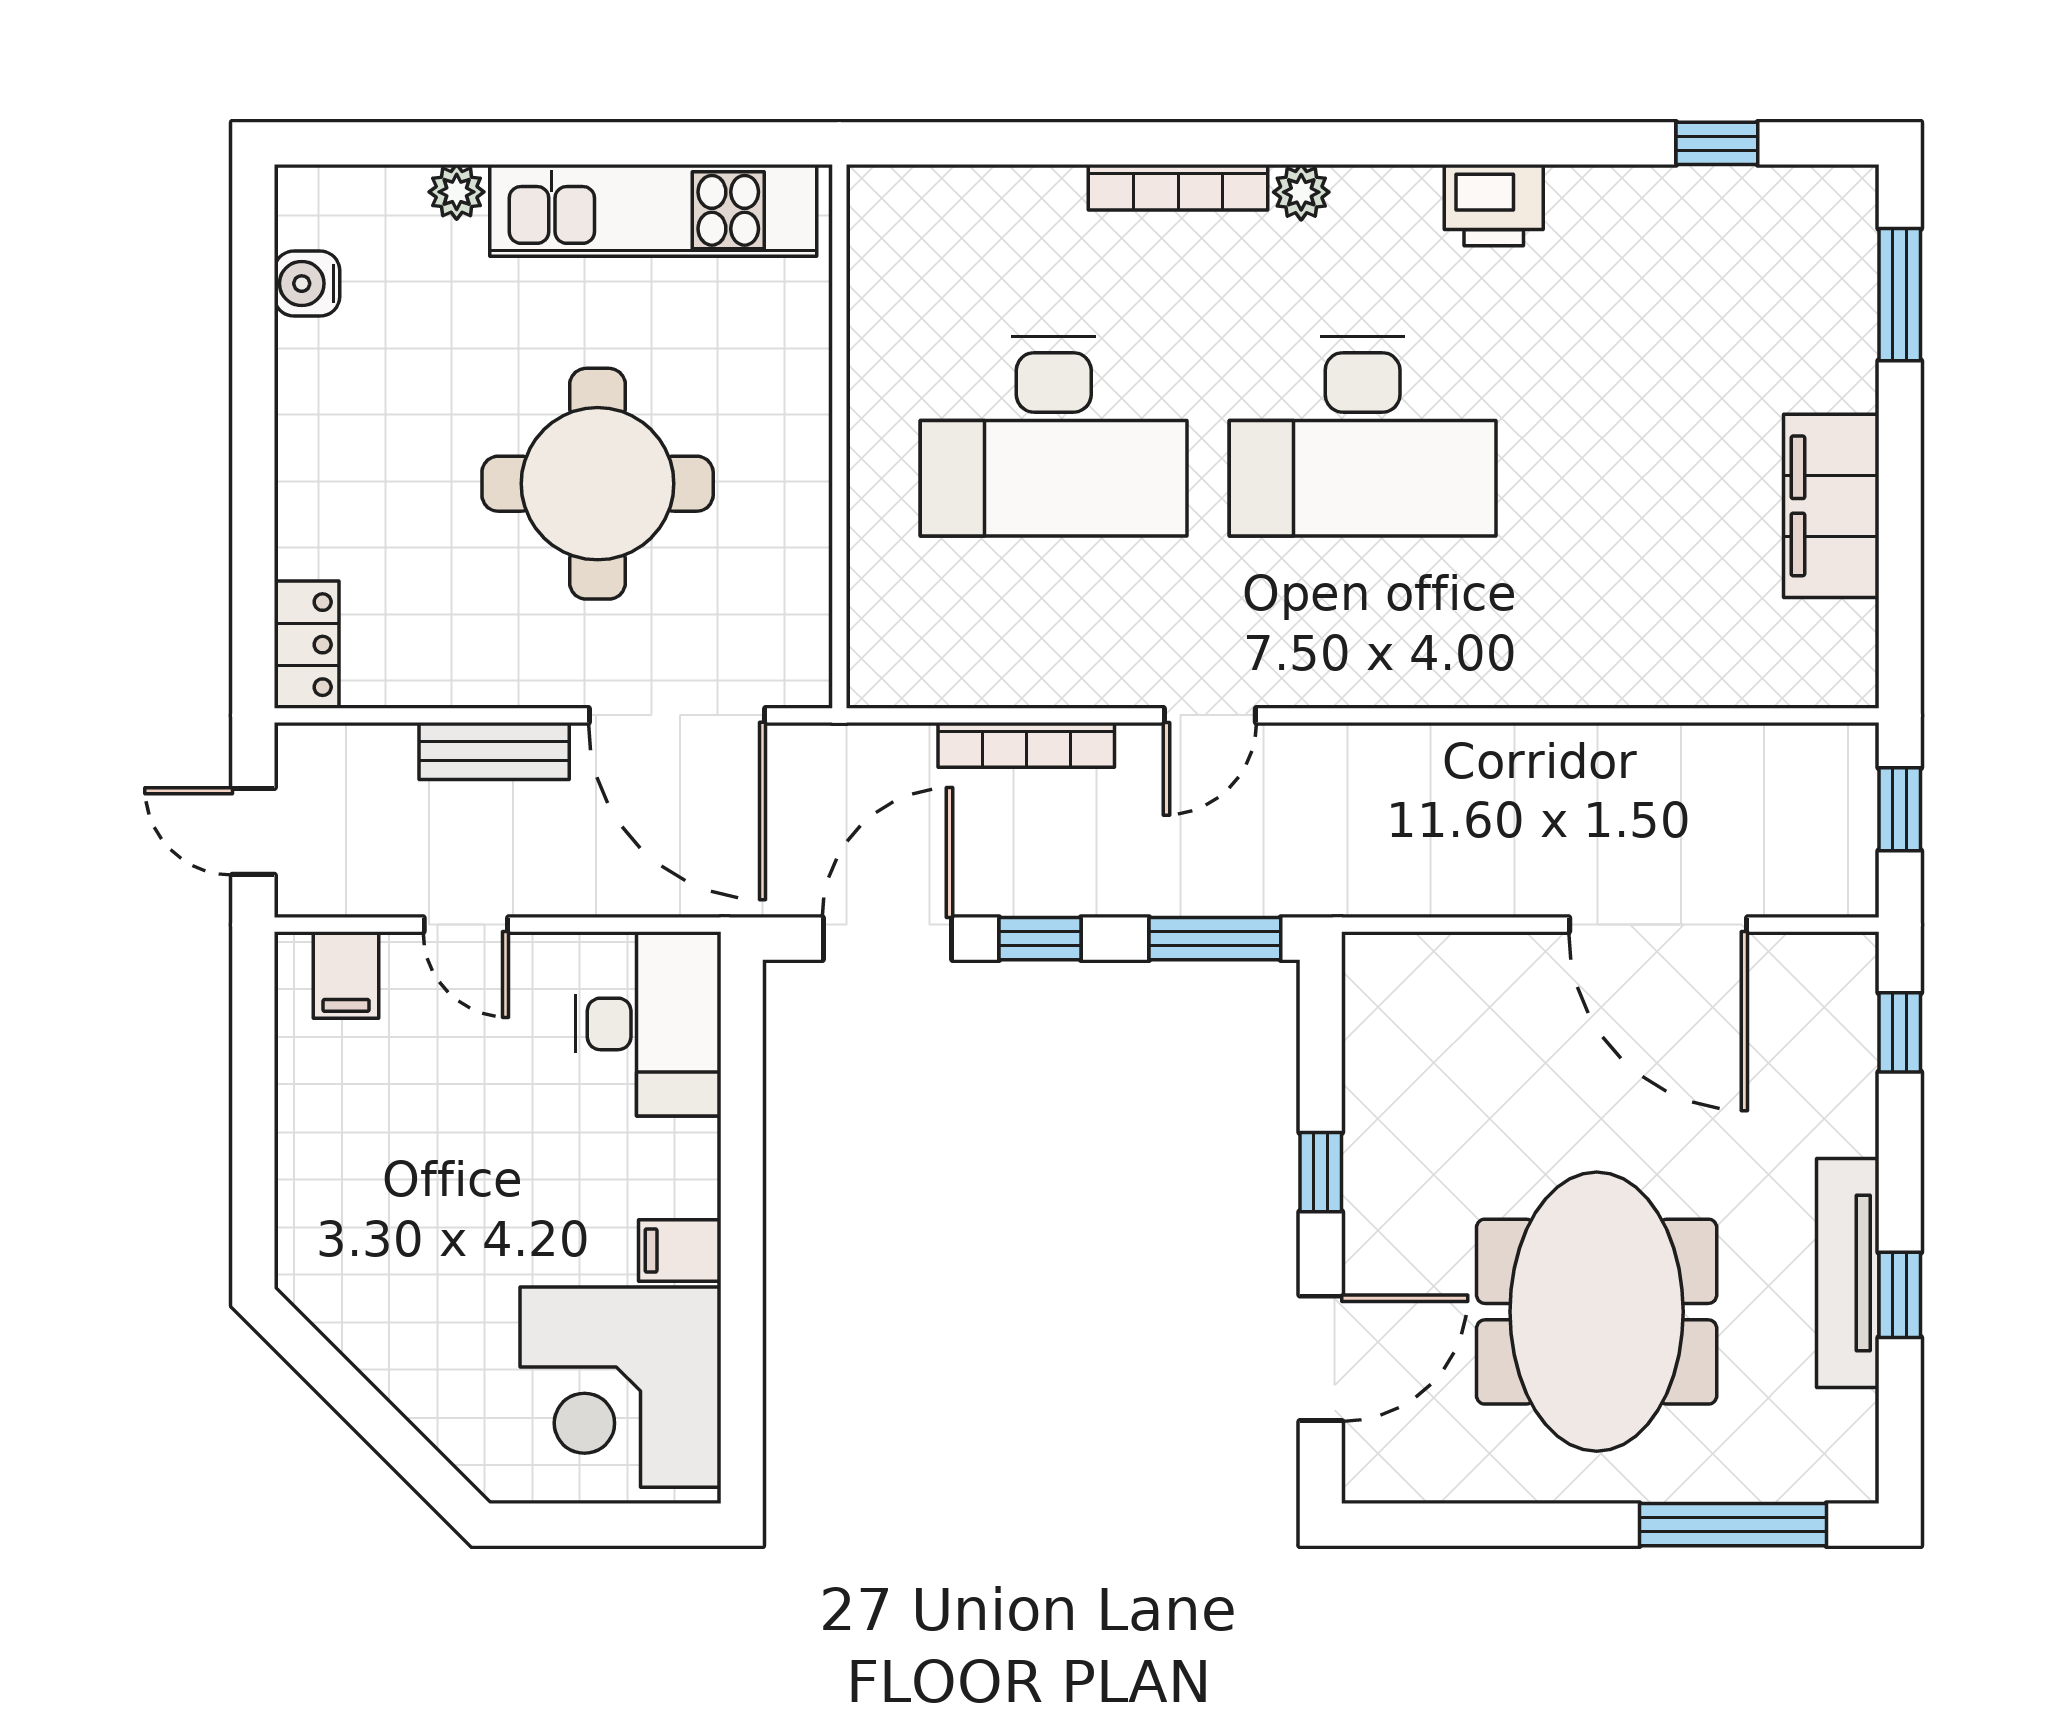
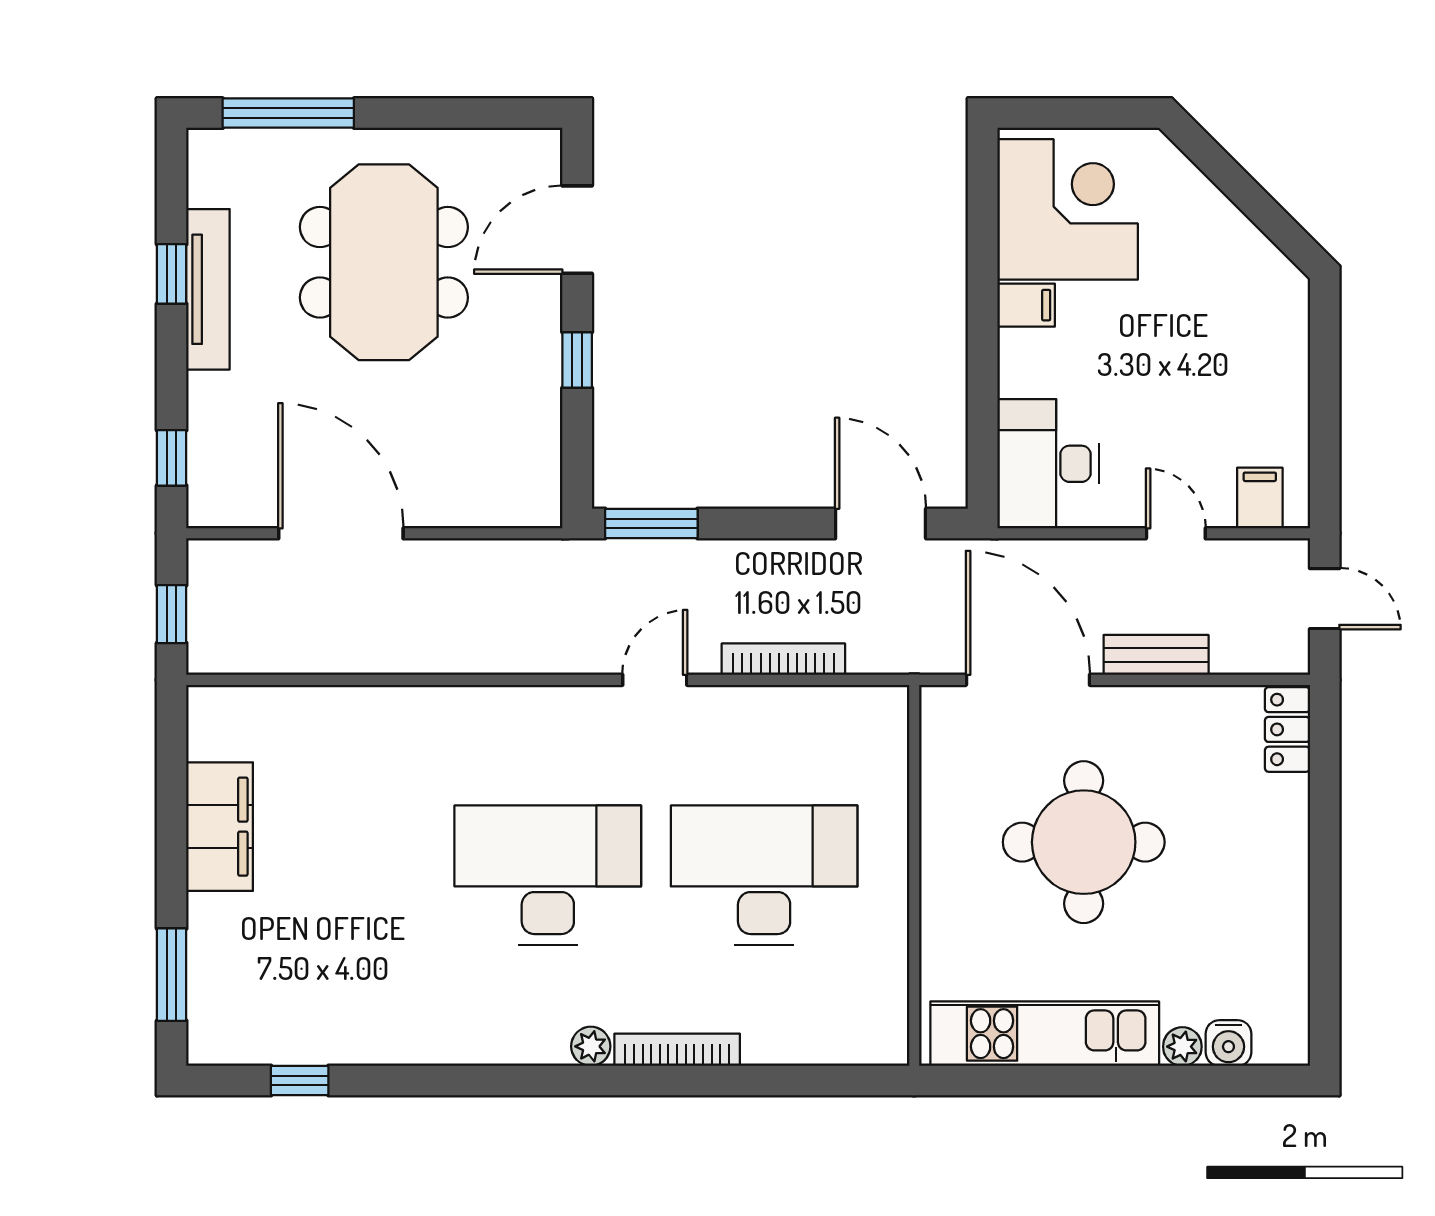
printer: (1494, 205) -> (456, 1037), removed
water cooler: (307, 284) -> (1228, 1043), moved, turned 90
door: (887, 939) -> (881, 524), swing flipped
window: (1040, 939) -> (774, 524), removed

